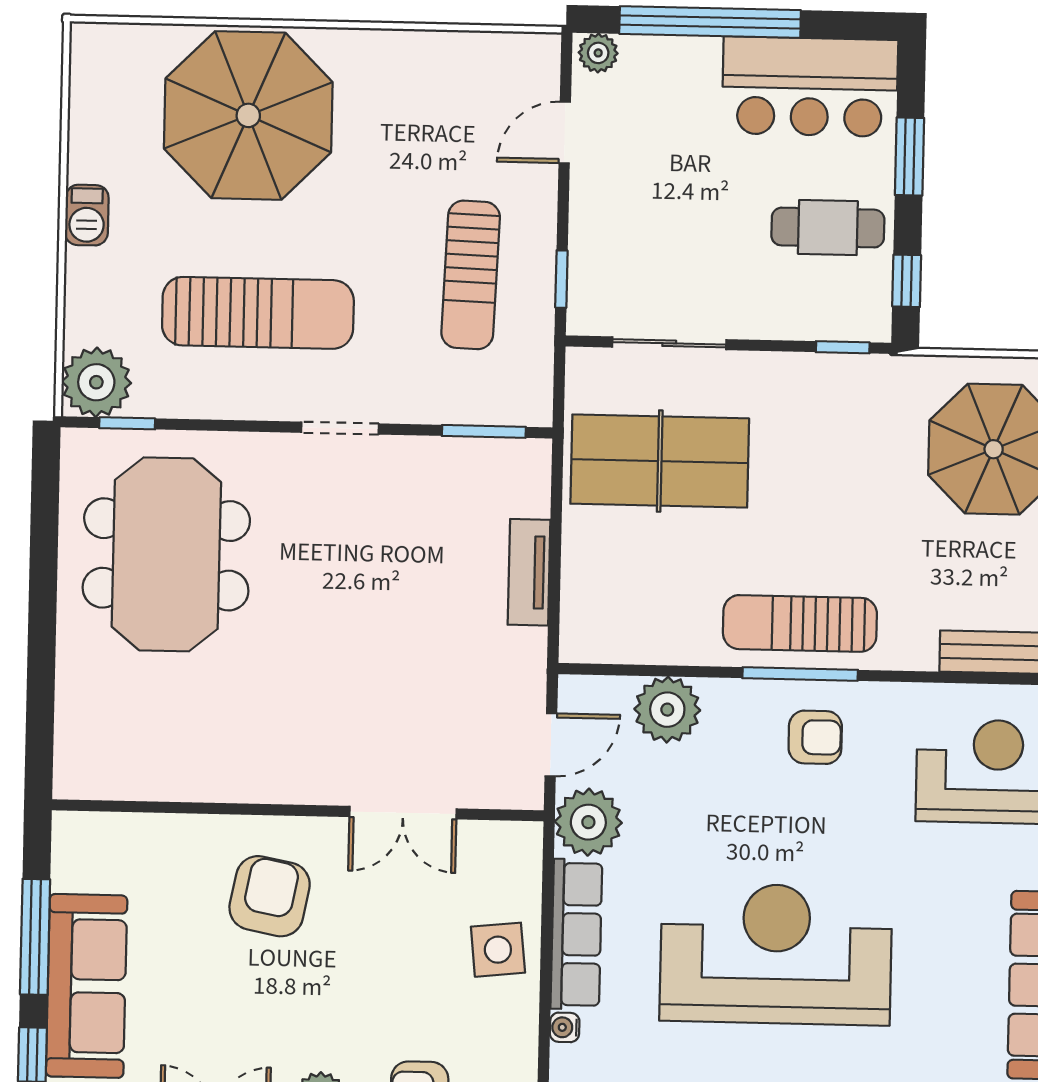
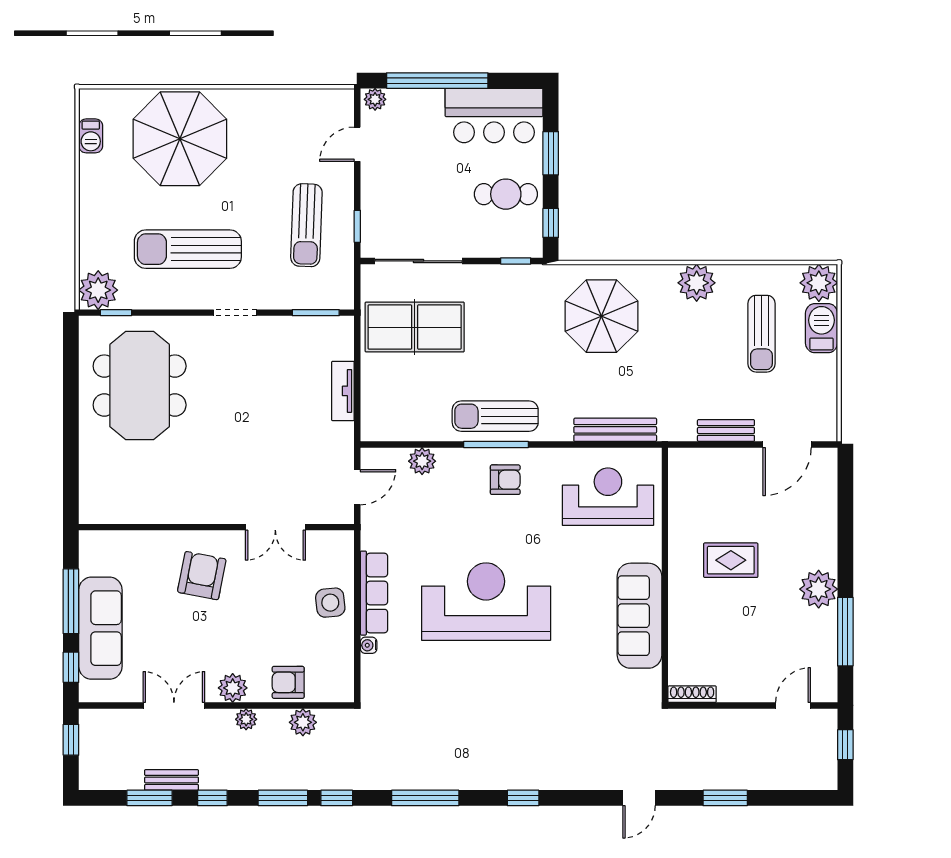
barbecue: (87, 215) -> (91, 136), moved
sun lounger: (258, 313) -> (188, 249), turned 180
sliding door: (669, 343) -> (419, 261), width x1.37
plant: (667, 710) -> (422, 461), width x0.73, depth x0.73
plant: (588, 822) -> (379, 530), removed

